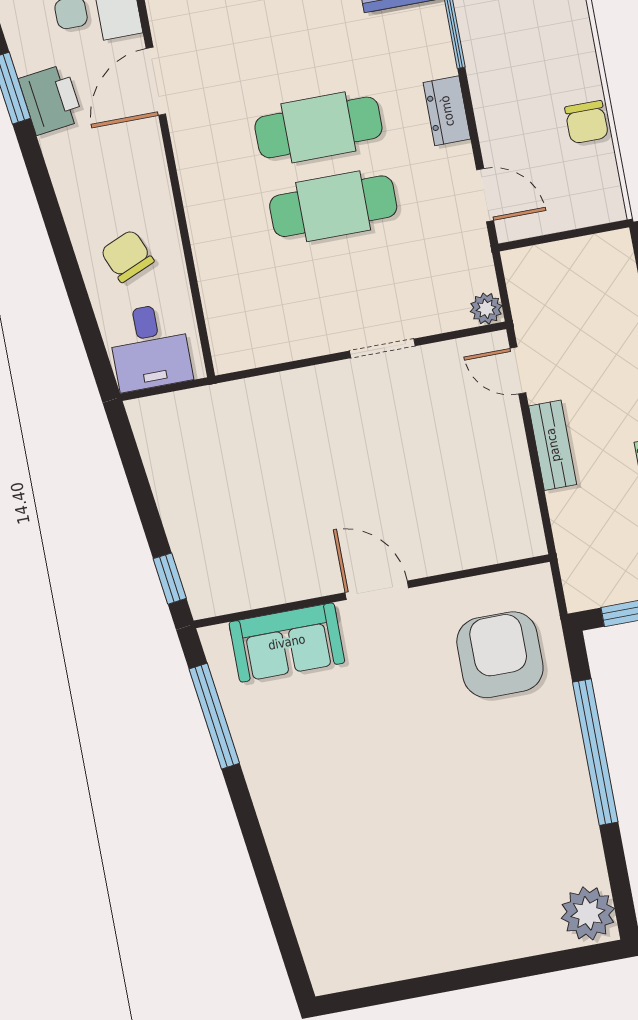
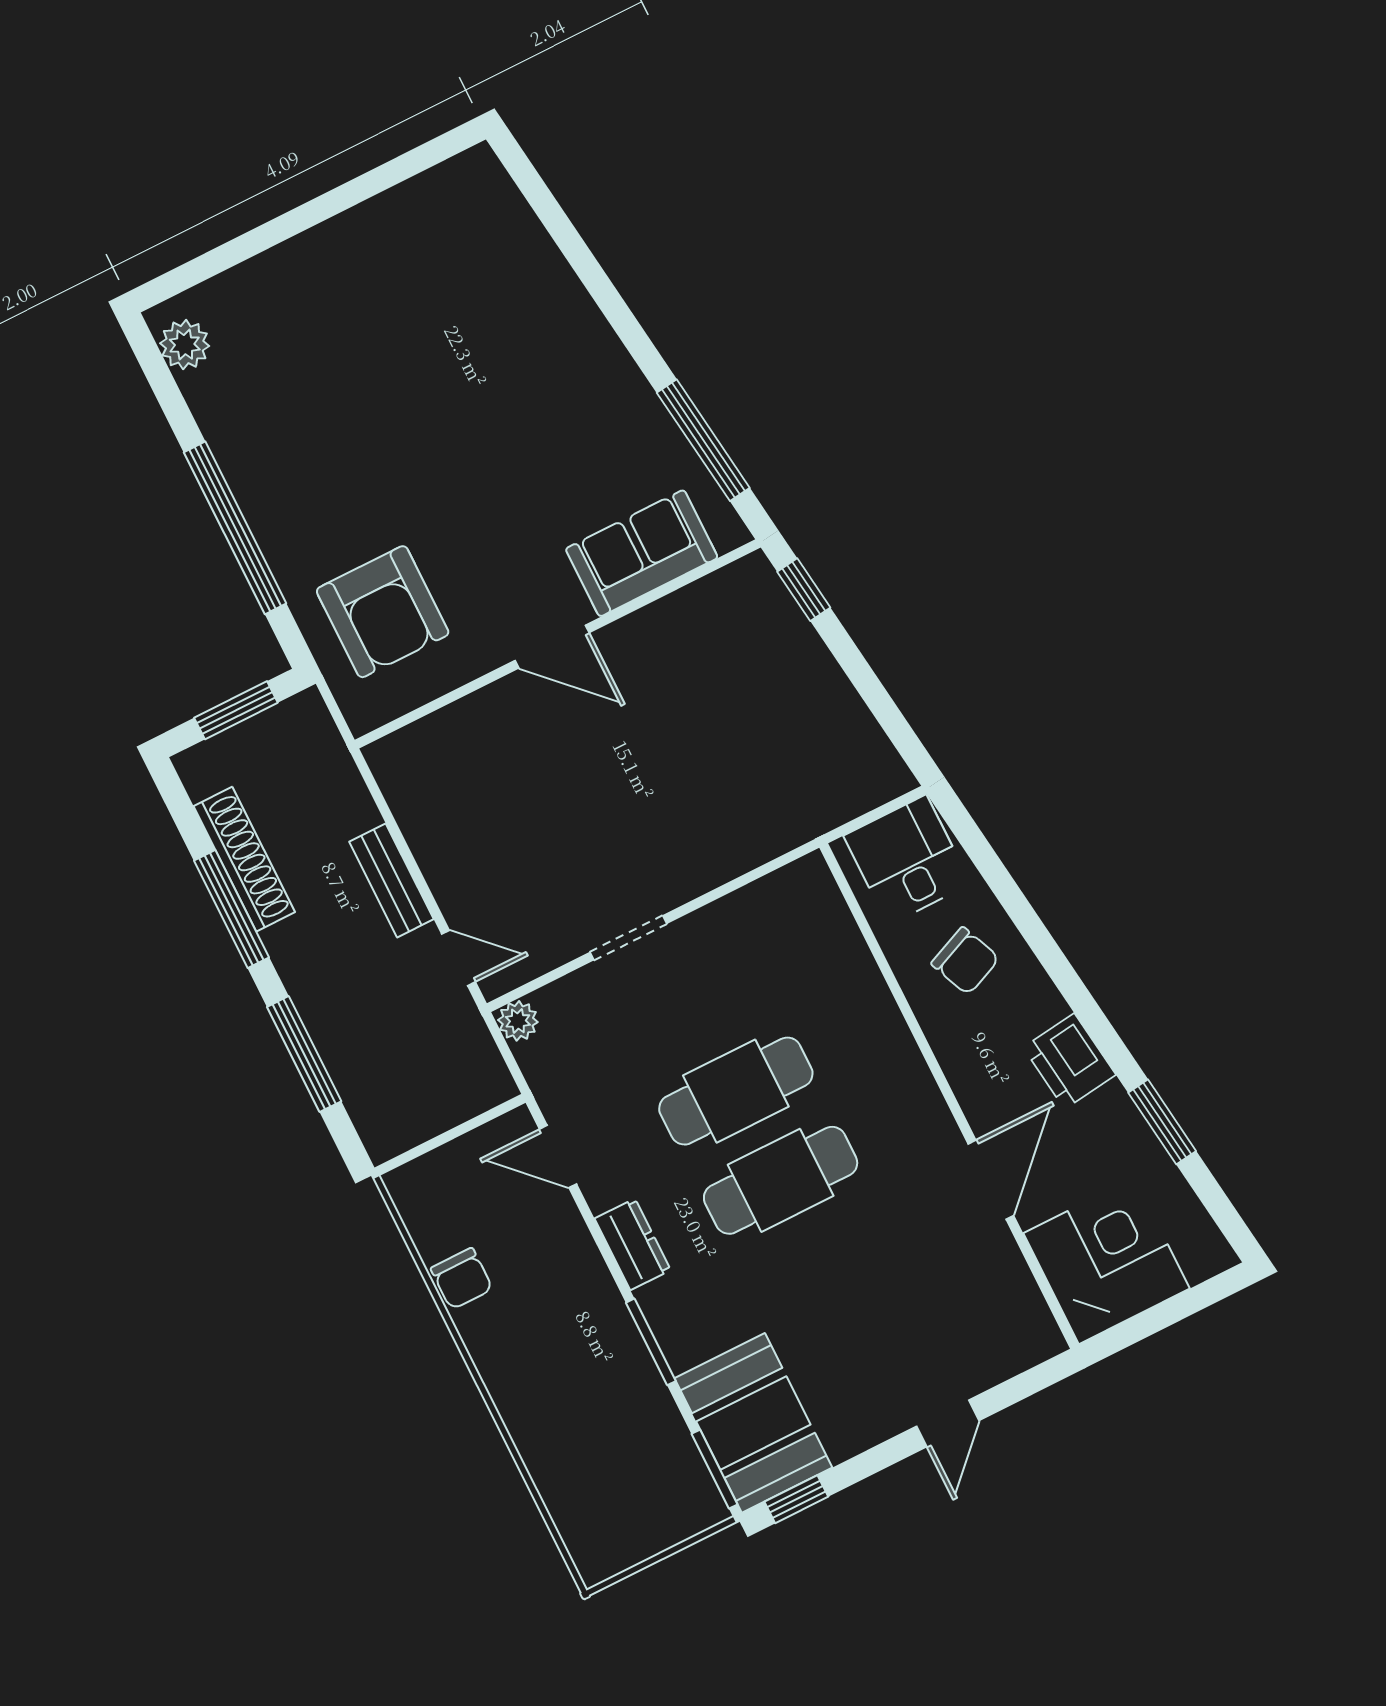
printer: (51, 100) -> (1069, 1061), moved
chair: (587, 122) -> (462, 1279), turned 180
plant: (588, 913) -> (185, 345), width x0.73, depth x0.73

